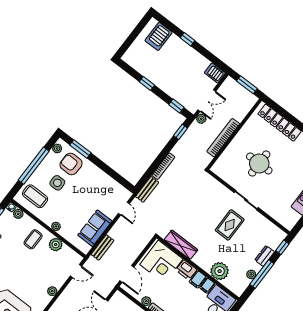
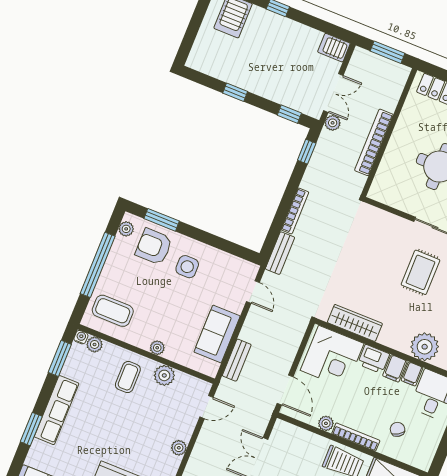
side table: (57, 183) -> (187, 267), moved

